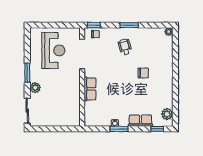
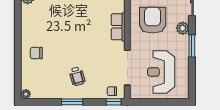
chair: (143, 73) -> (36, 53), moved
armchair: (61, 95) -> (153, 20), added

